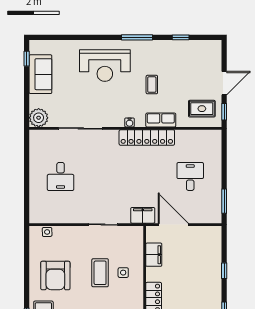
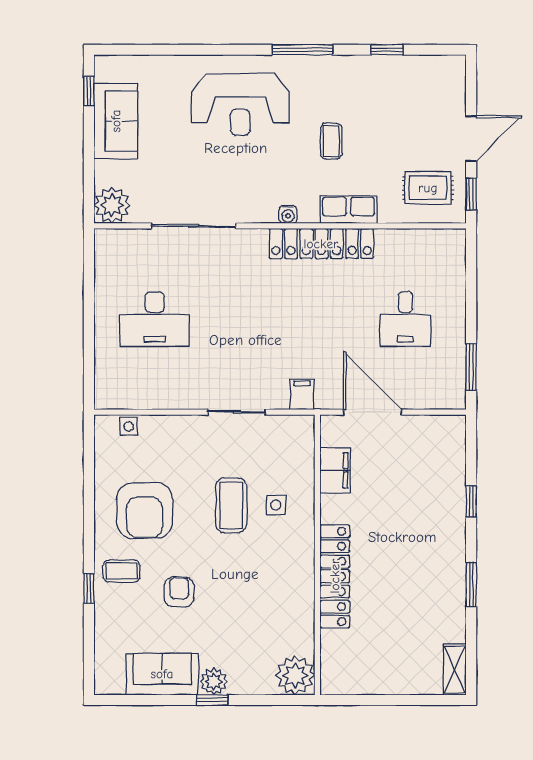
desk: (61, 176) -> (155, 319), width x1.37
desk: (190, 176) -> (406, 319), turned 180
filing cabinet: (143, 215) -> (302, 394), width x0.50

